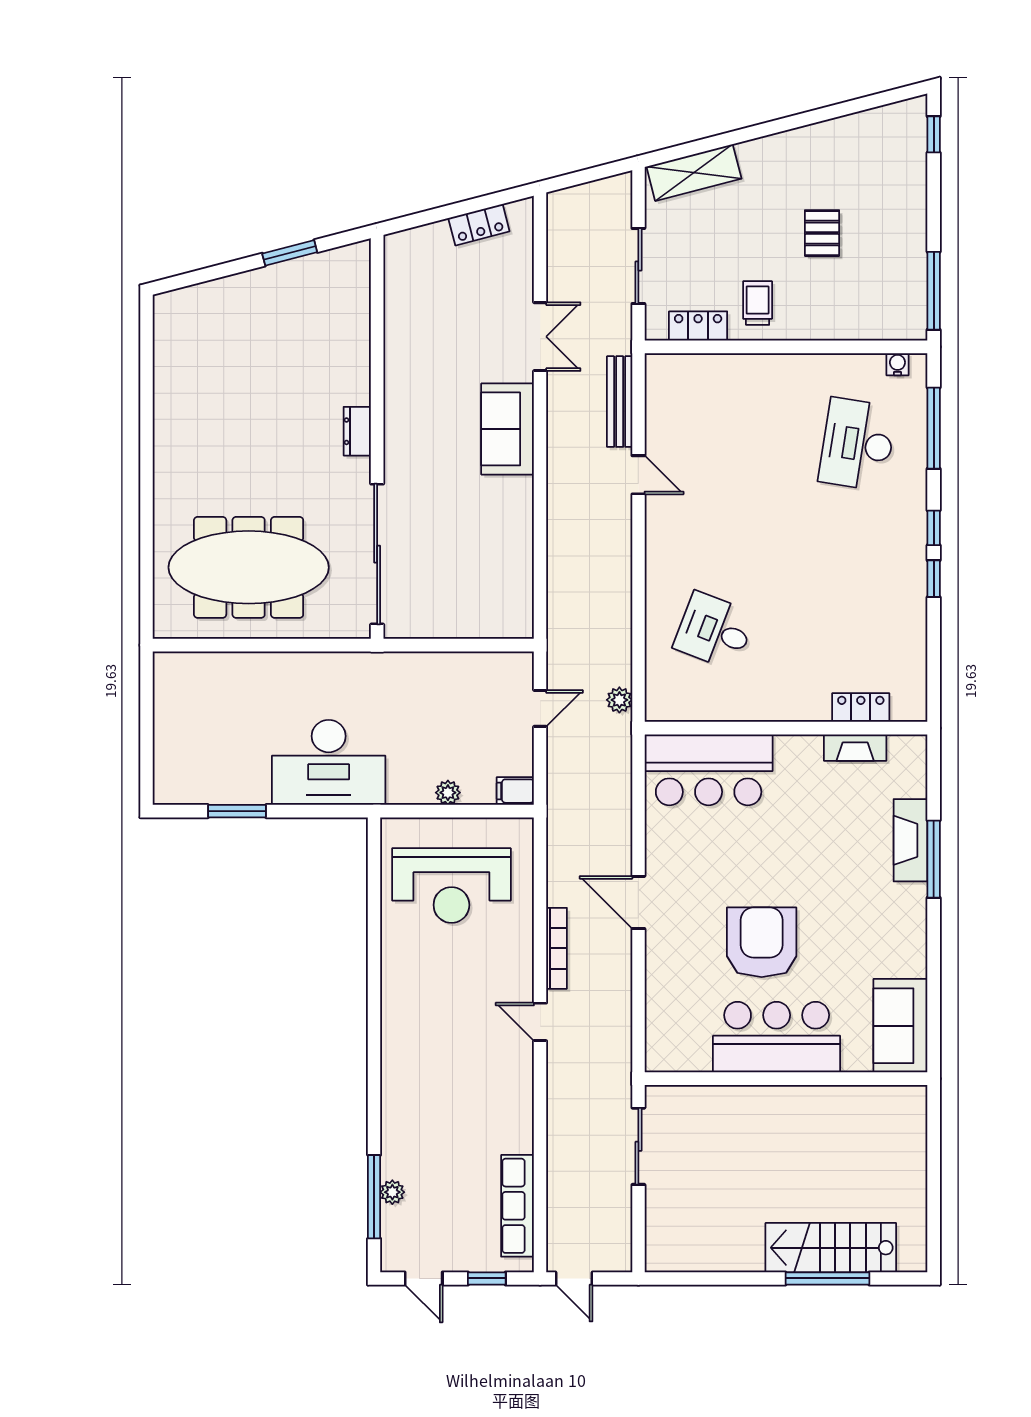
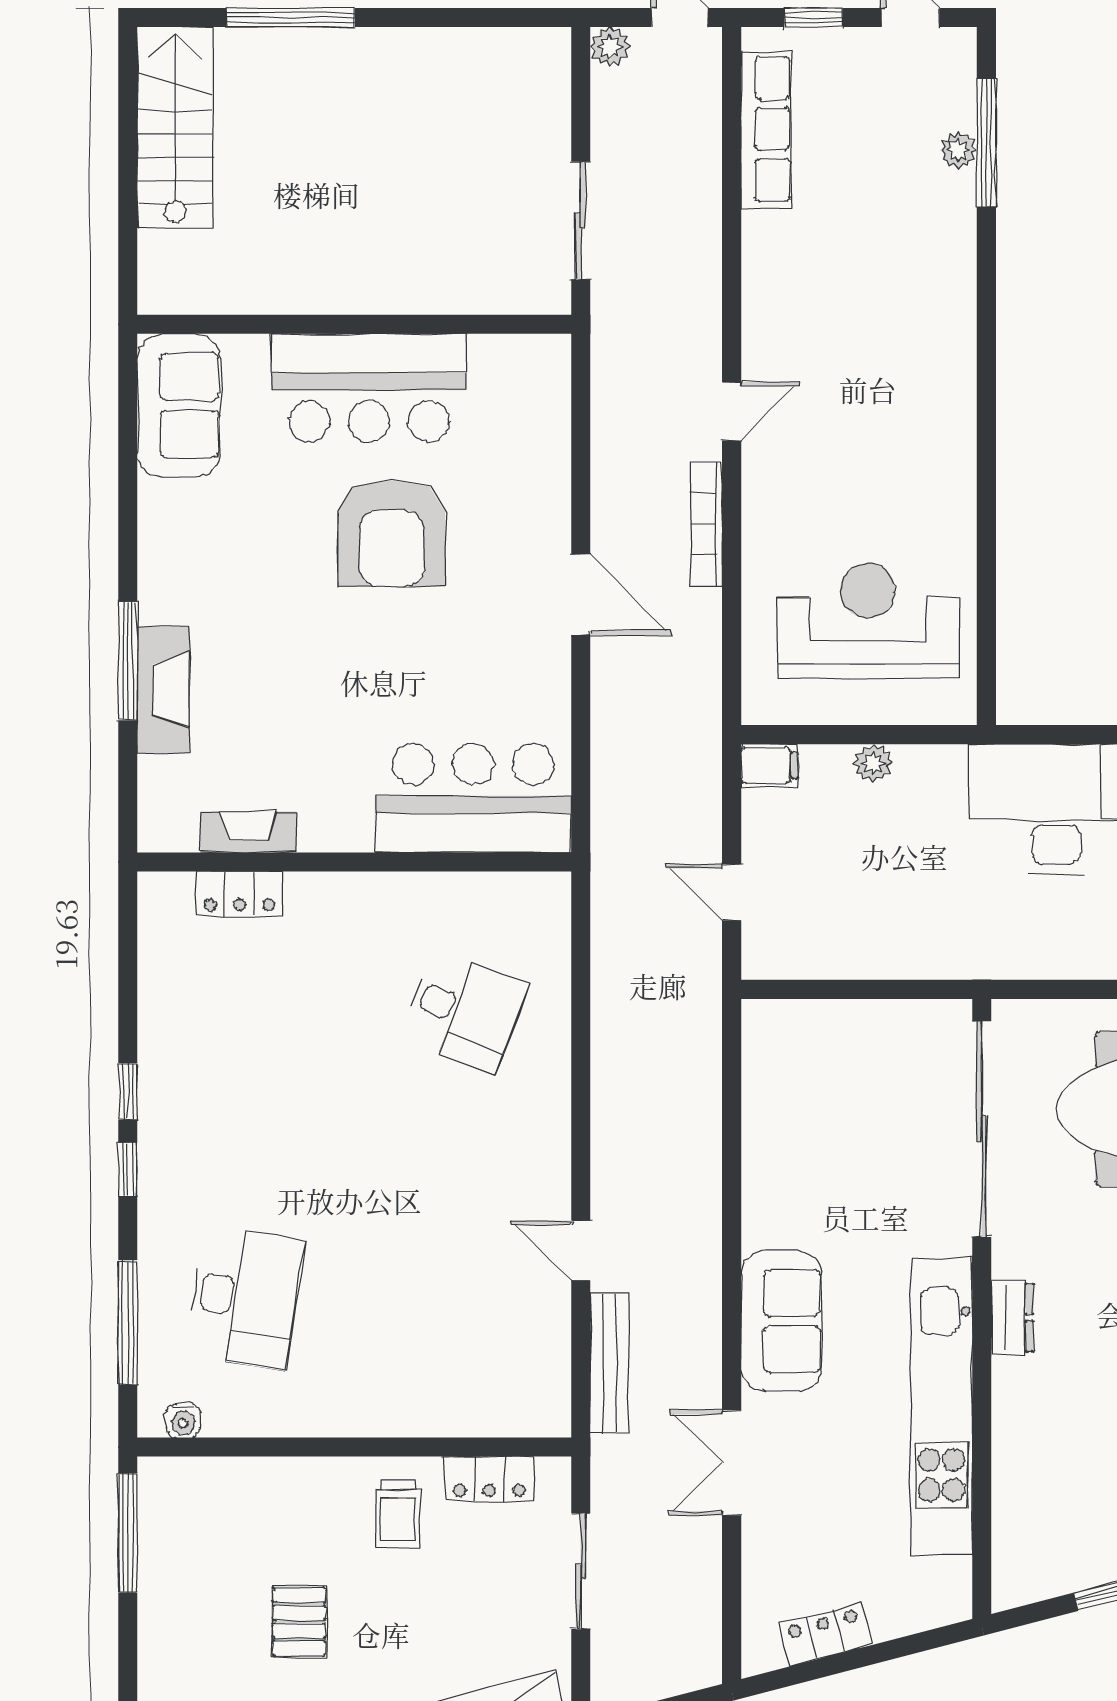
kitchen unit: (403, 373) -> (941, 1406), added
plant: (619, 700) -> (610, 47), moved
door: (540, 708) -> (732, 892), hinge flipped
door: (540, 1022) -> (732, 411), hinge flipped
stairs: (831, 1248) -> (175, 127), moved, turned -90

